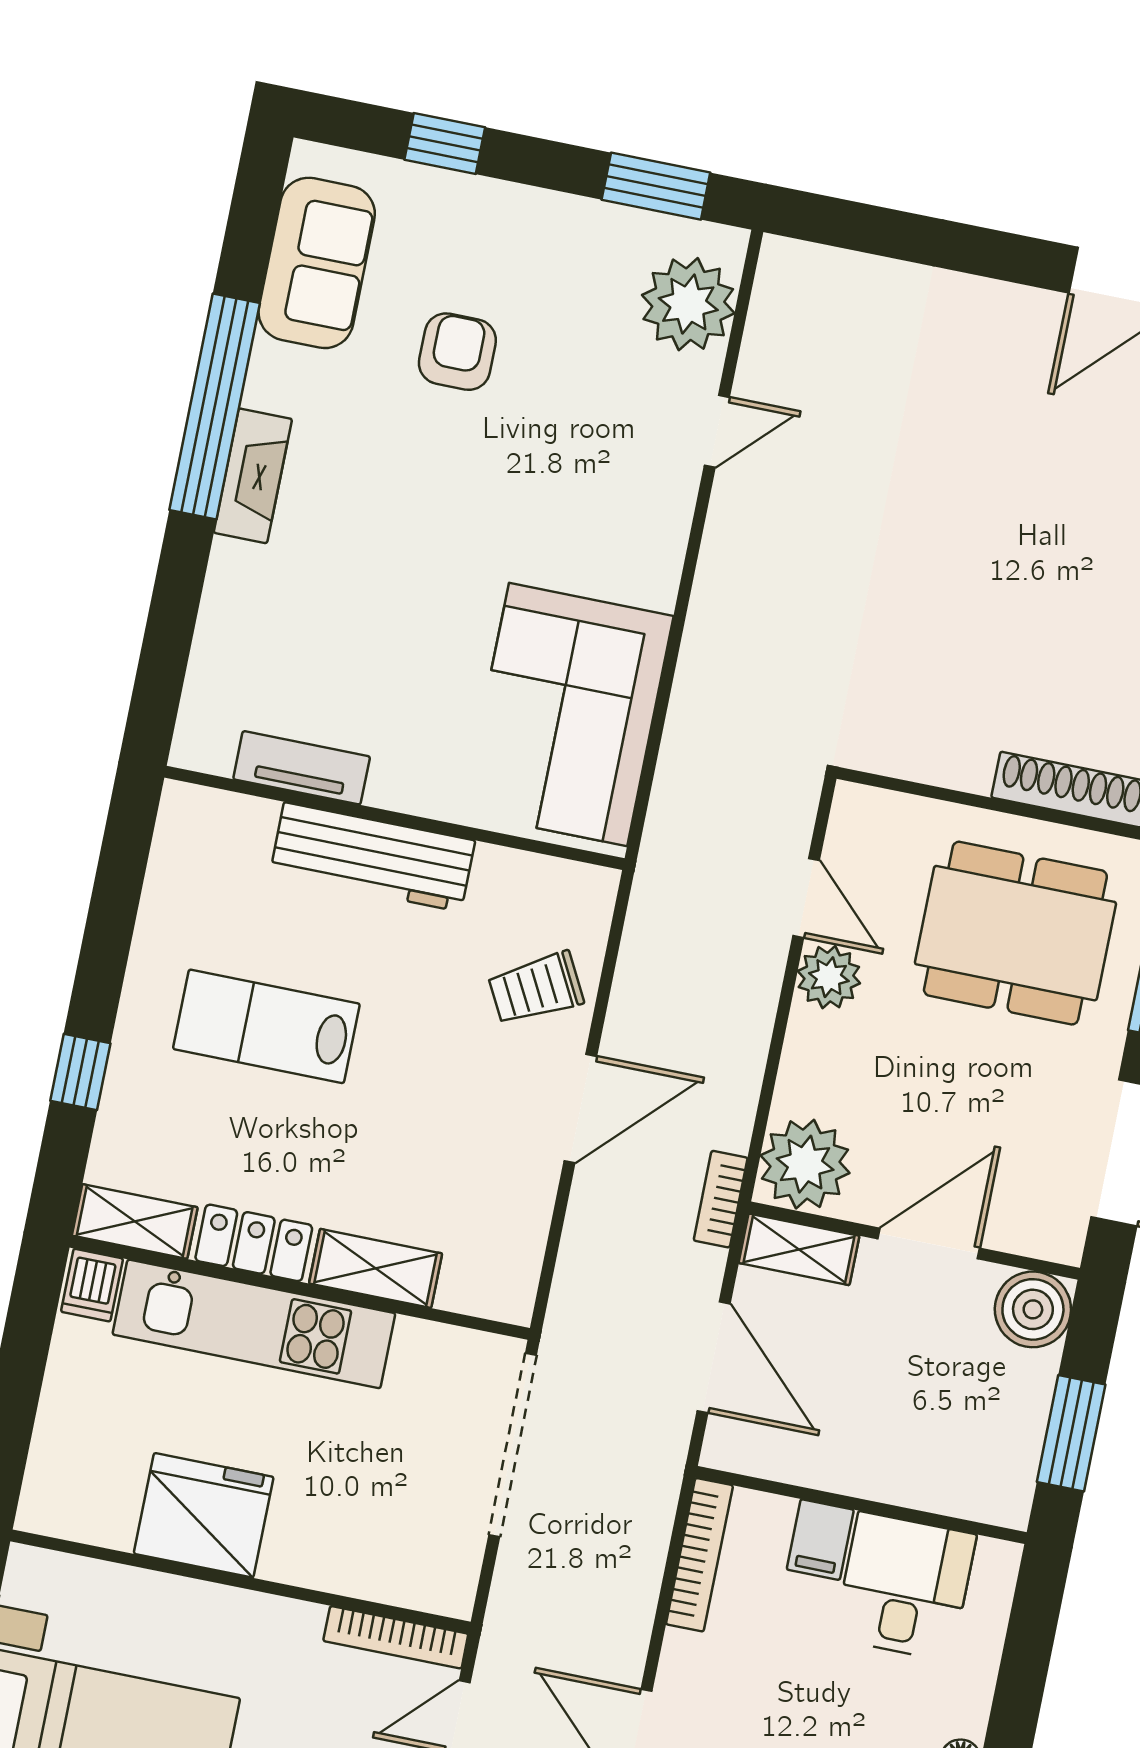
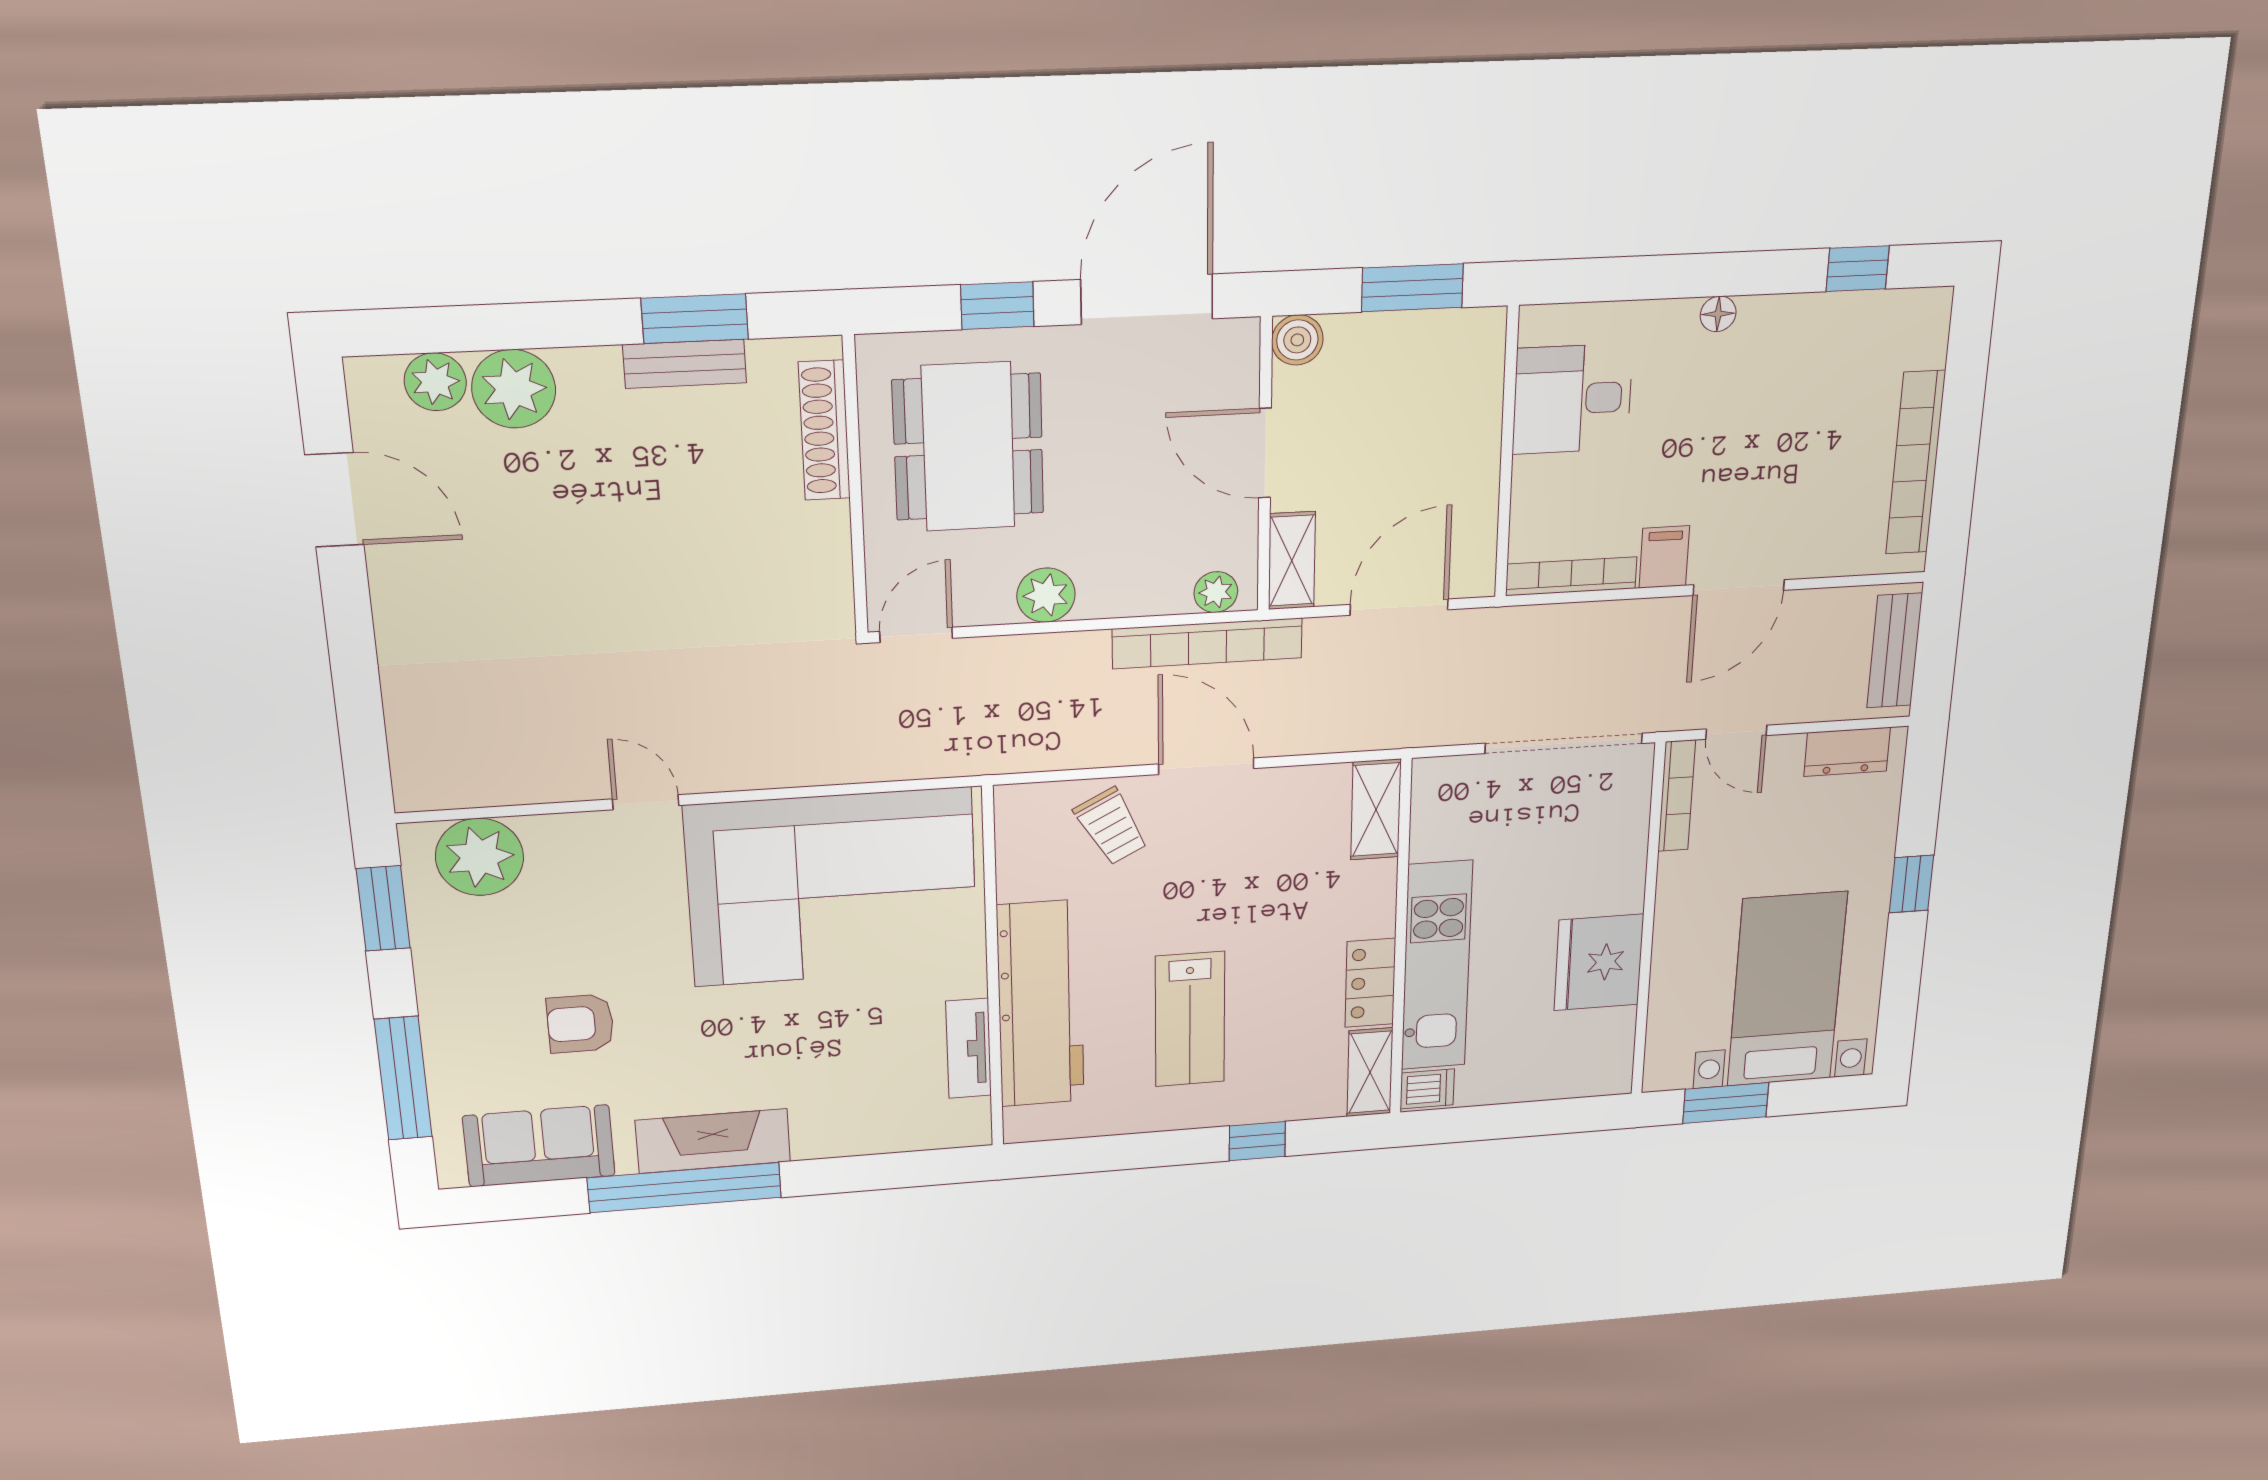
window: (445, 143) -> (403, 1078), width x2.17
door: (717, 431) -> (646, 802), moved
fireplace: (253, 476) -> (713, 1141), width x1.37, depth x1.32
corner sofa: (568, 714) -> (832, 887), width x1.36, depth x1.36
workbench: (372, 857) -> (1041, 1004), width x1.36, depth x1.32
door: (806, 898) -> (916, 635), moved
plant: (805, 1164) -> (1216, 592), width x0.53, depth x0.53
bookcase: (721, 1199) -> (1207, 643), width x2.31, depth x1.31
shelving: (376, 1268) -> (1376, 810), moved
boiler: (1033, 1309) -> (1297, 340), width x0.73, depth x0.73
doorway: (513, 1445) -> (1564, 743), moved
filing cabinet: (820, 1540) -> (1664, 557), moved, turned -90

